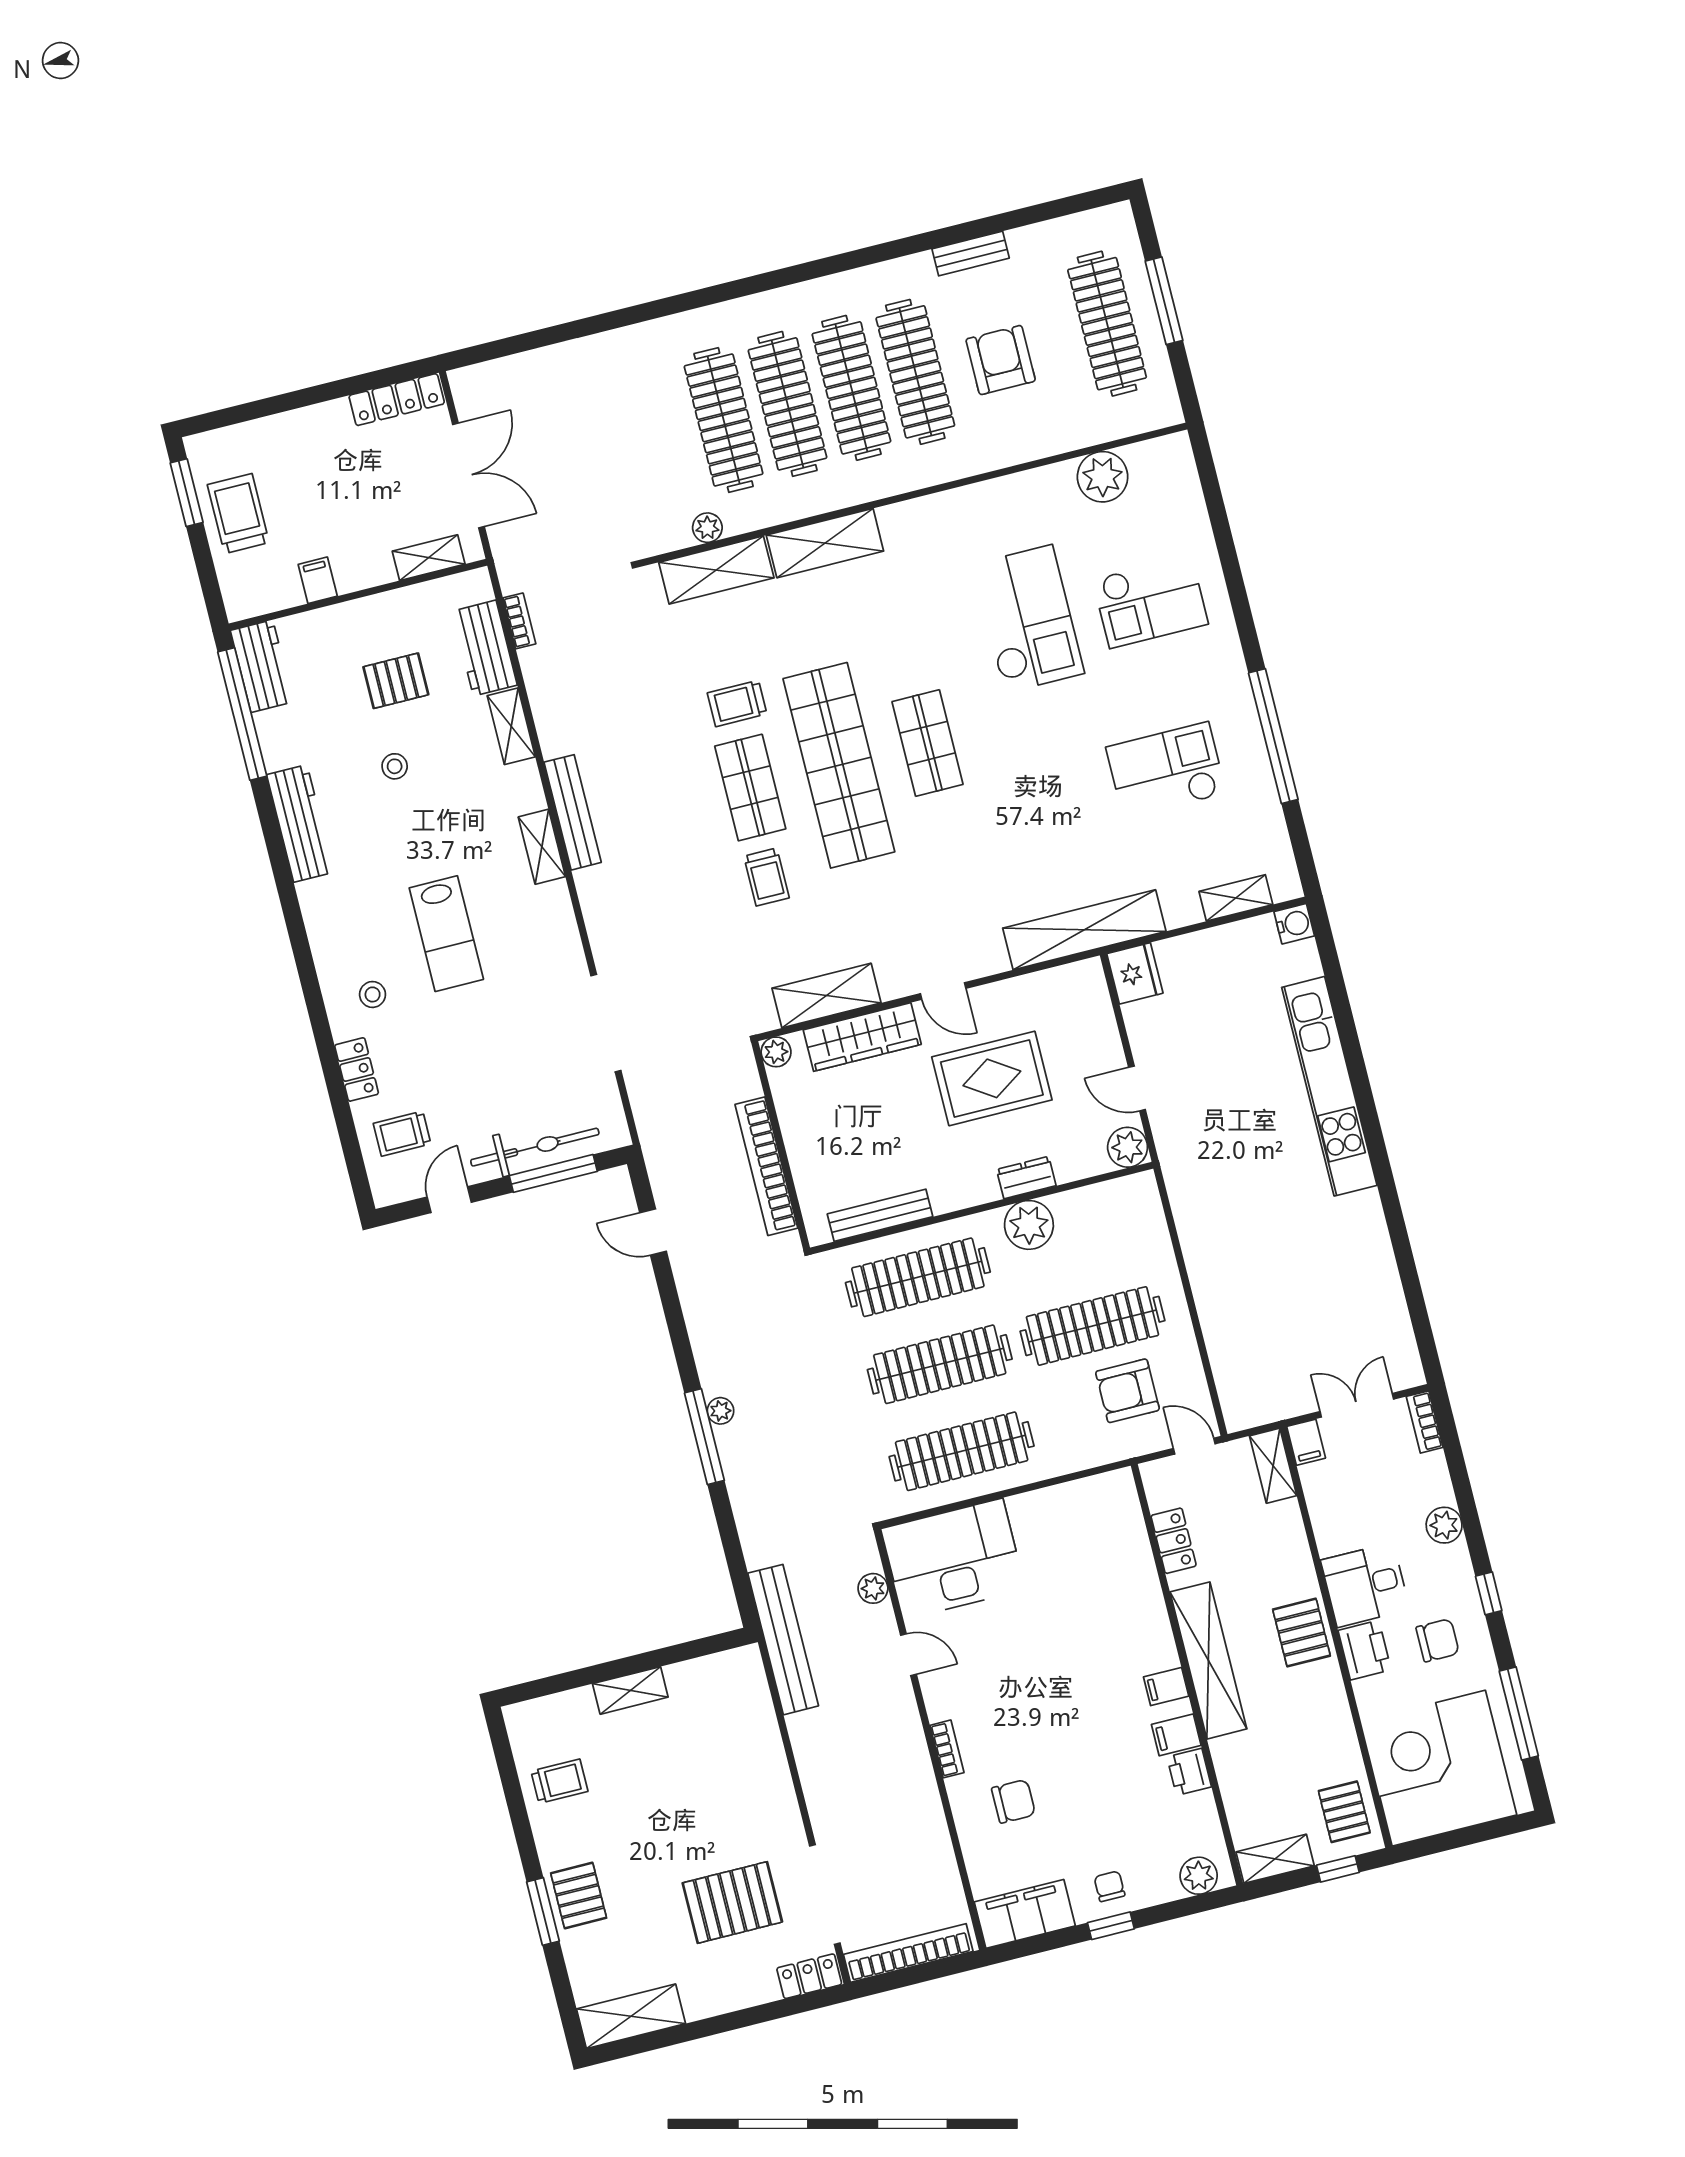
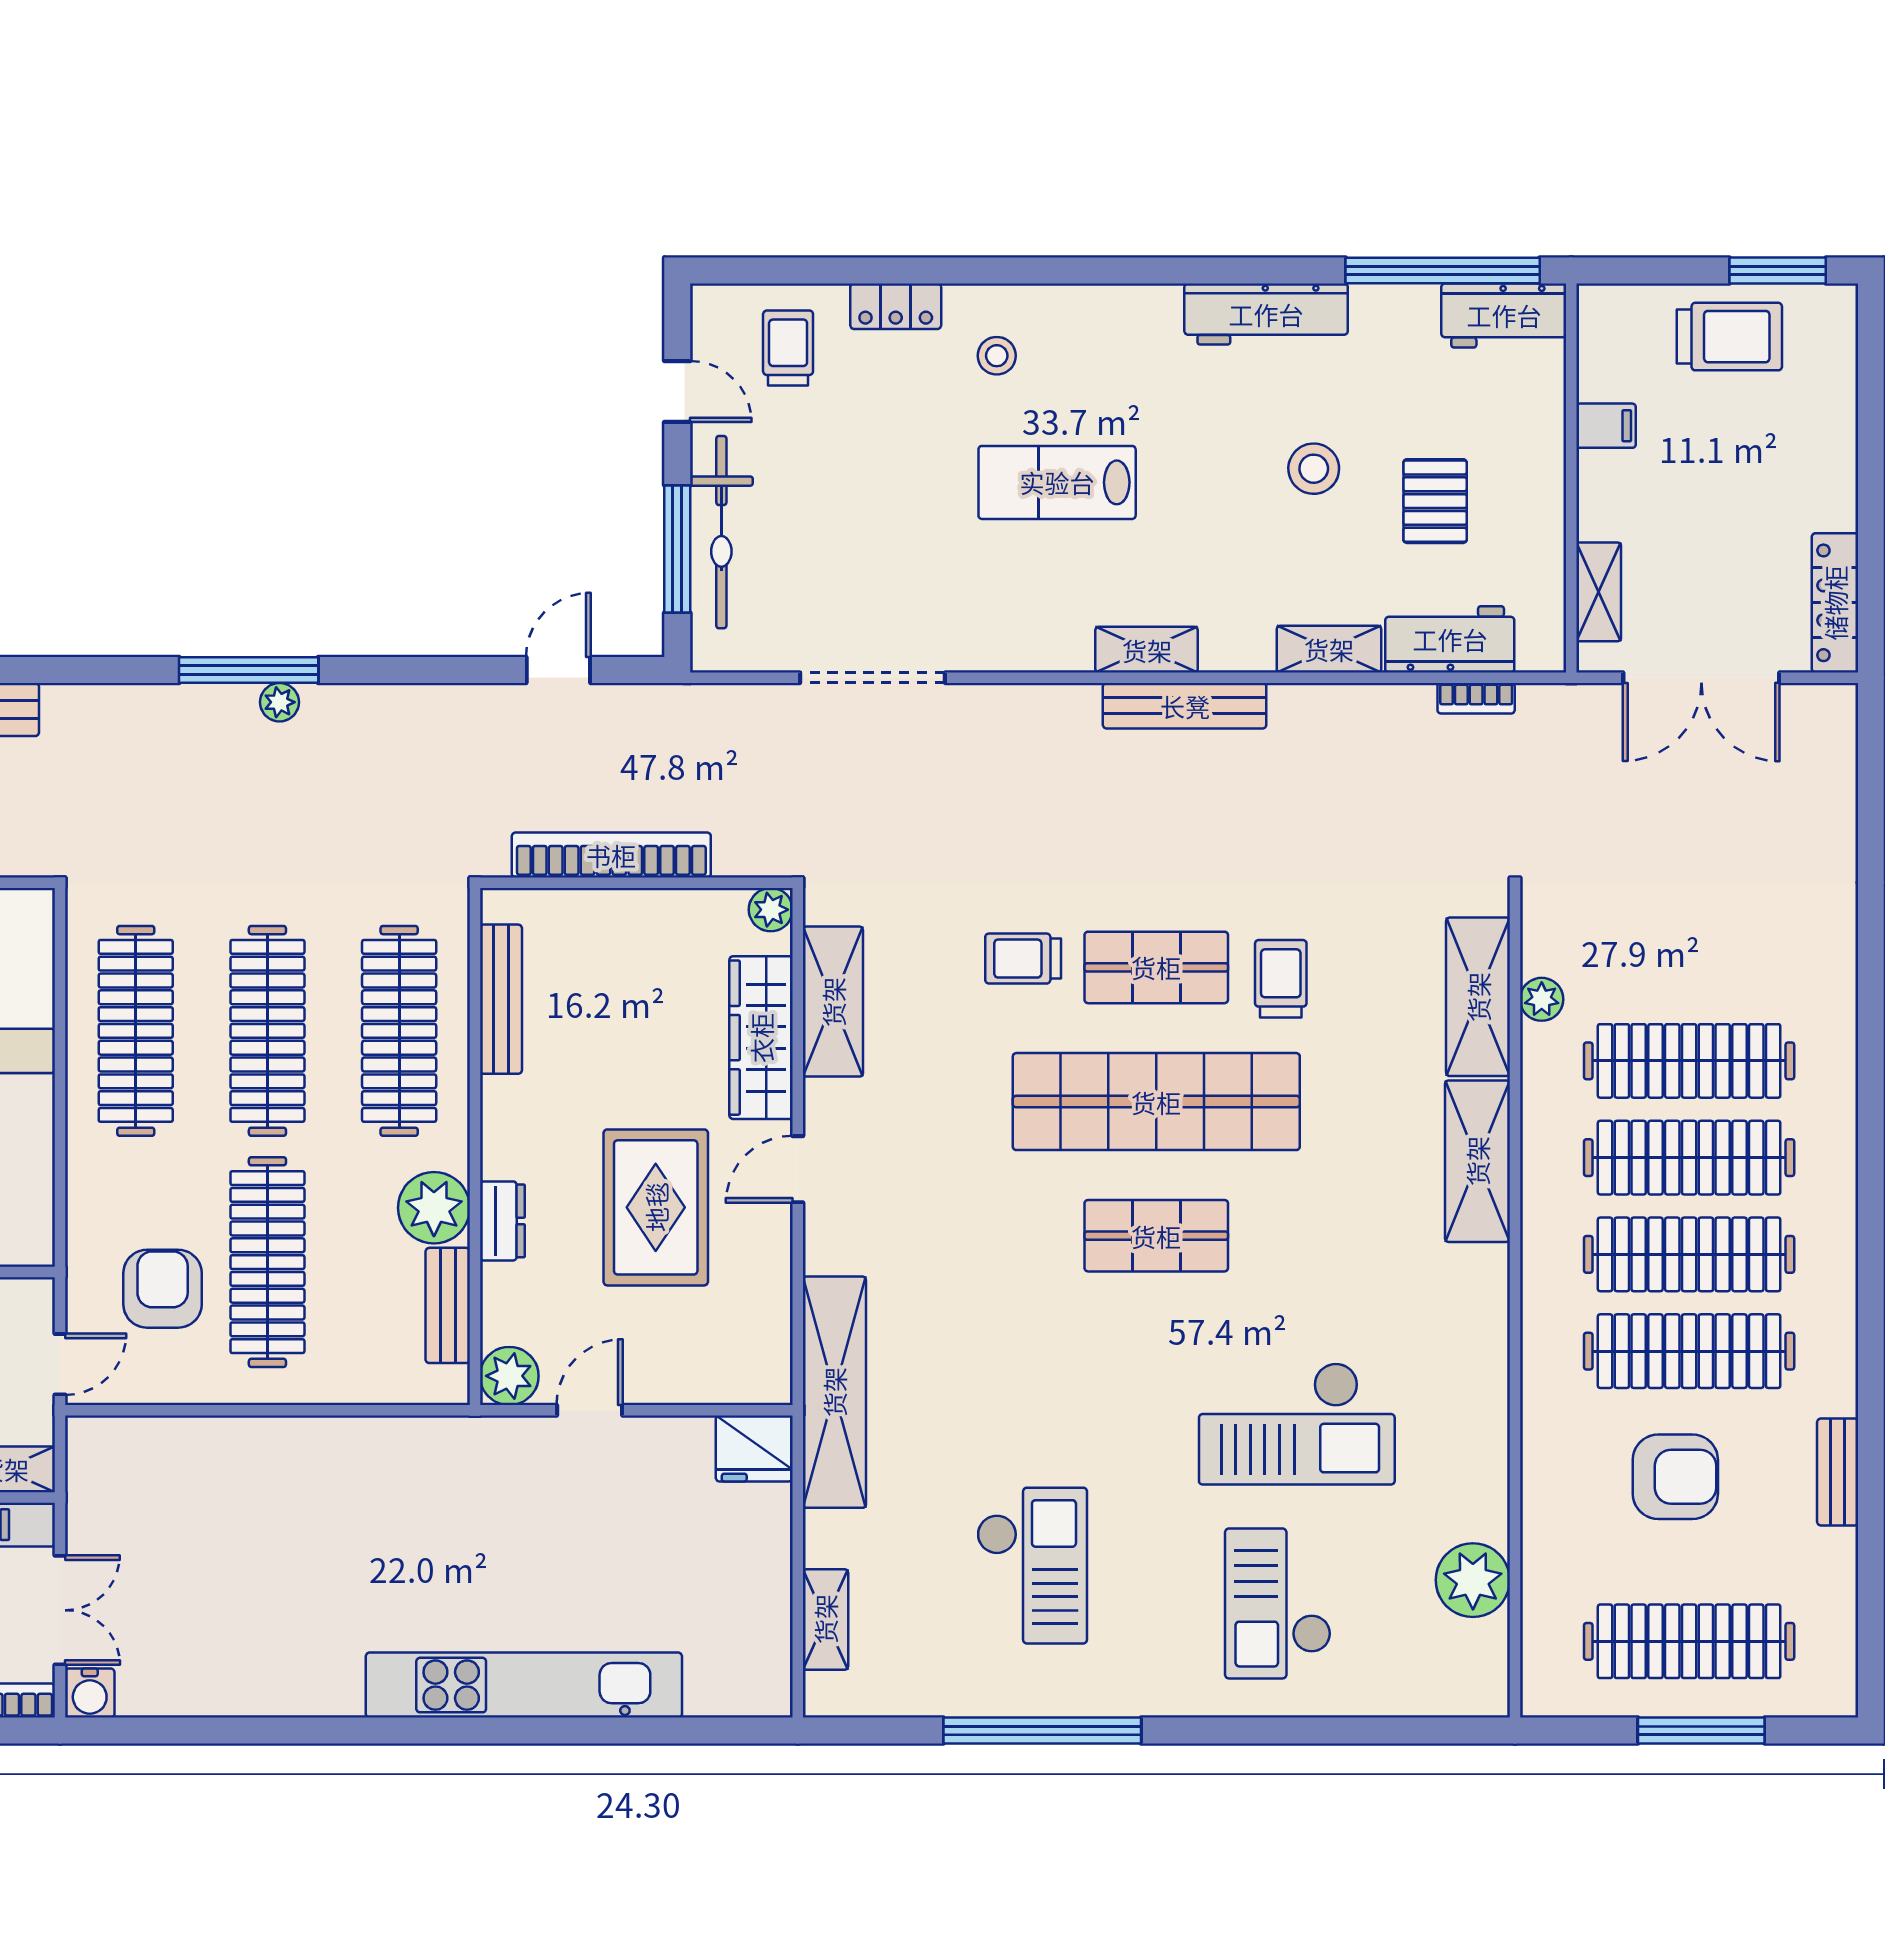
stool: (395, 766) -> (1314, 469), width x1.37, depth x1.37
water cooler: (1294, 924) -> (90, 1693), moved
bench: (1091, 1200) -> (448, 1305), added

